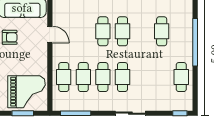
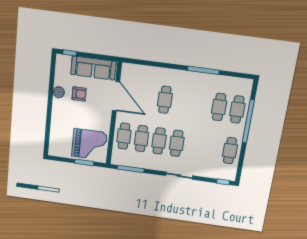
cafe table: (122, 31) -> (237, 109), moved
door: (50, 34) -> (116, 96), width x1.88

